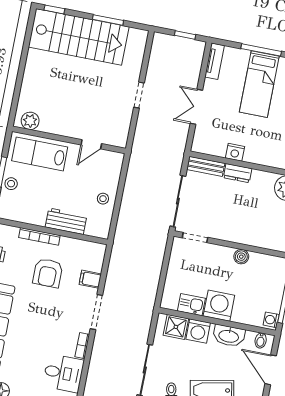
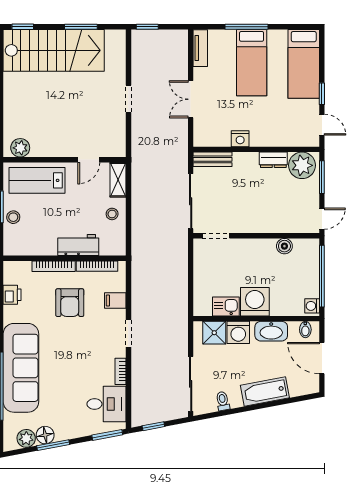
window: (185, 35) -> (147, 27), moved
shelving: (115, 168) -> (118, 180), added
dresser: (238, 173) -> (273, 160), moved
bookcase: (80, 244) -> (97, 266), added
boiler: (241, 257) -> (284, 246), moved
doorway: (96, 312) -> (128, 333), width x0.73

